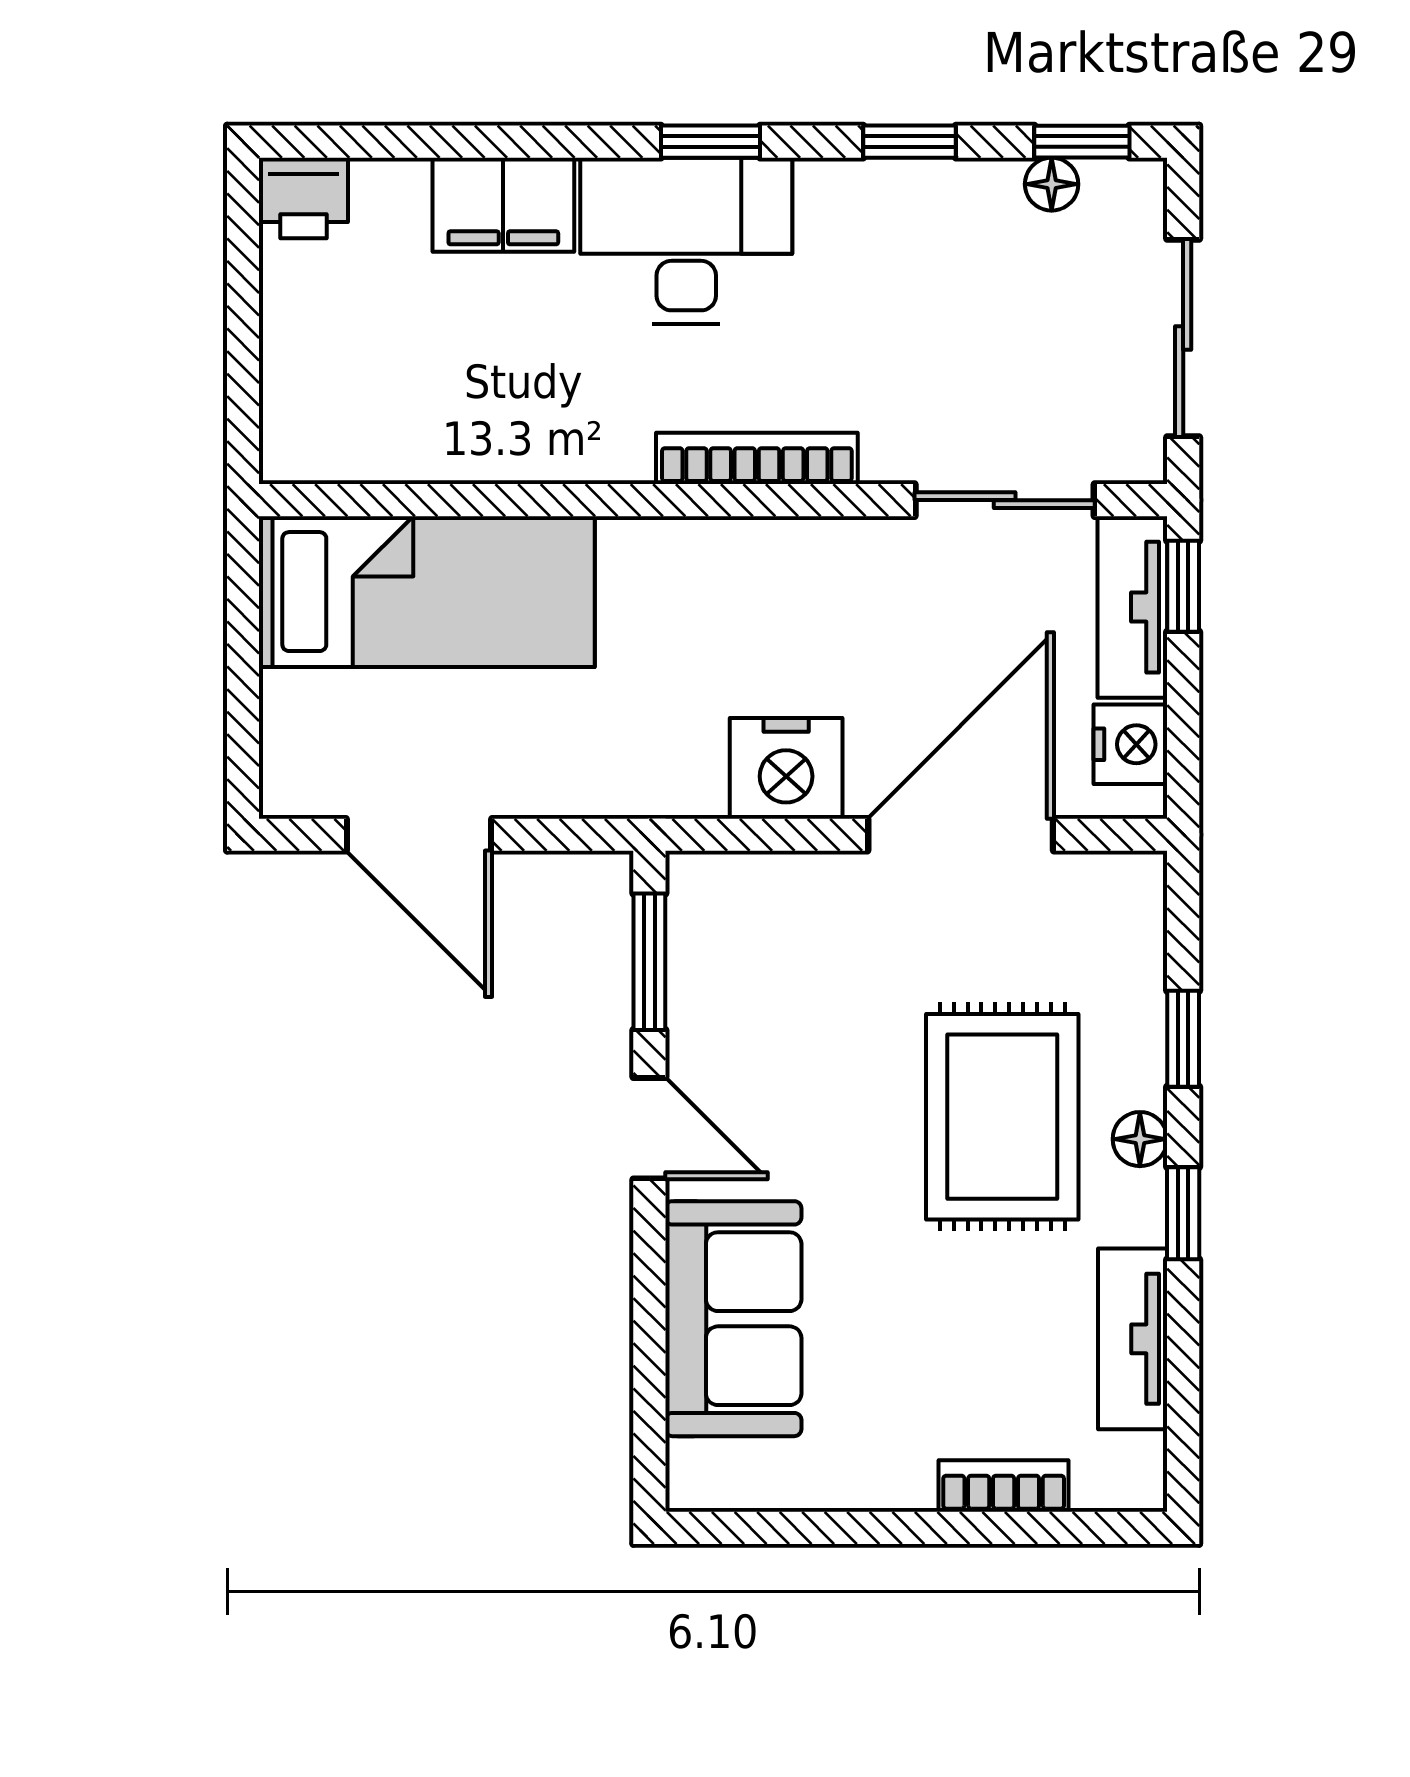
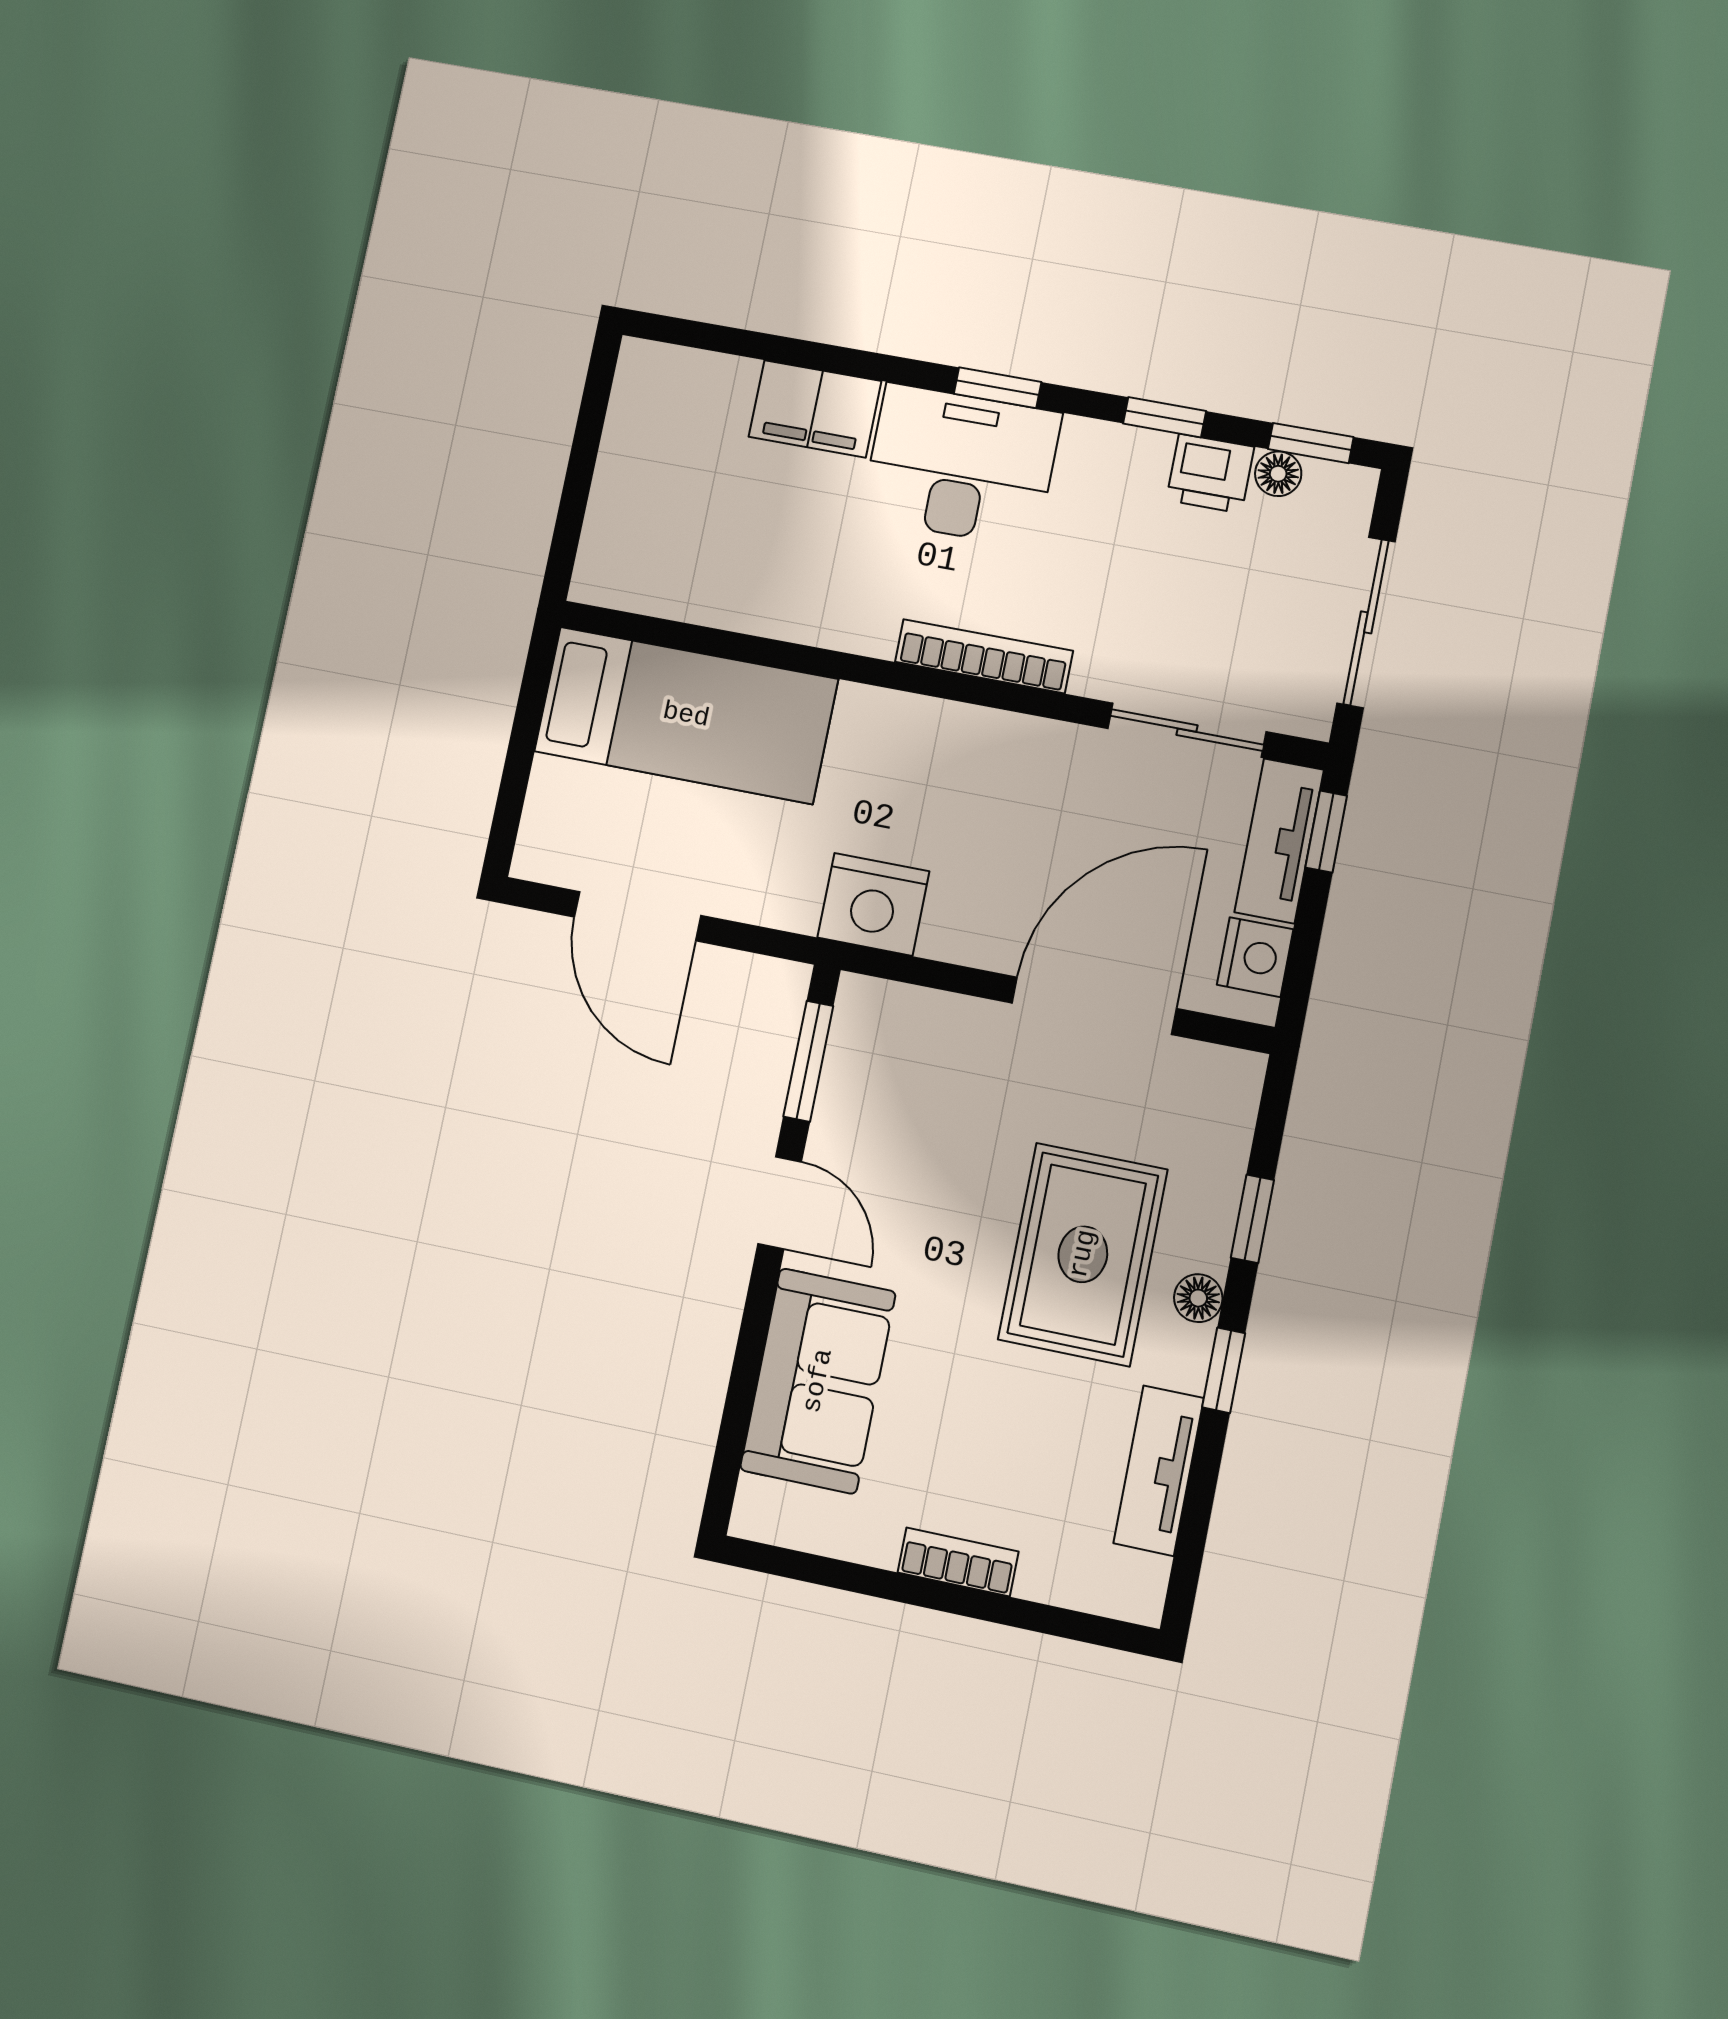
printer: (303, 198) -> (1210, 473), moved
nightstand: (786, 768) -> (873, 904), moved
bookcase: (1004, 1486) -> (958, 1562), moved

